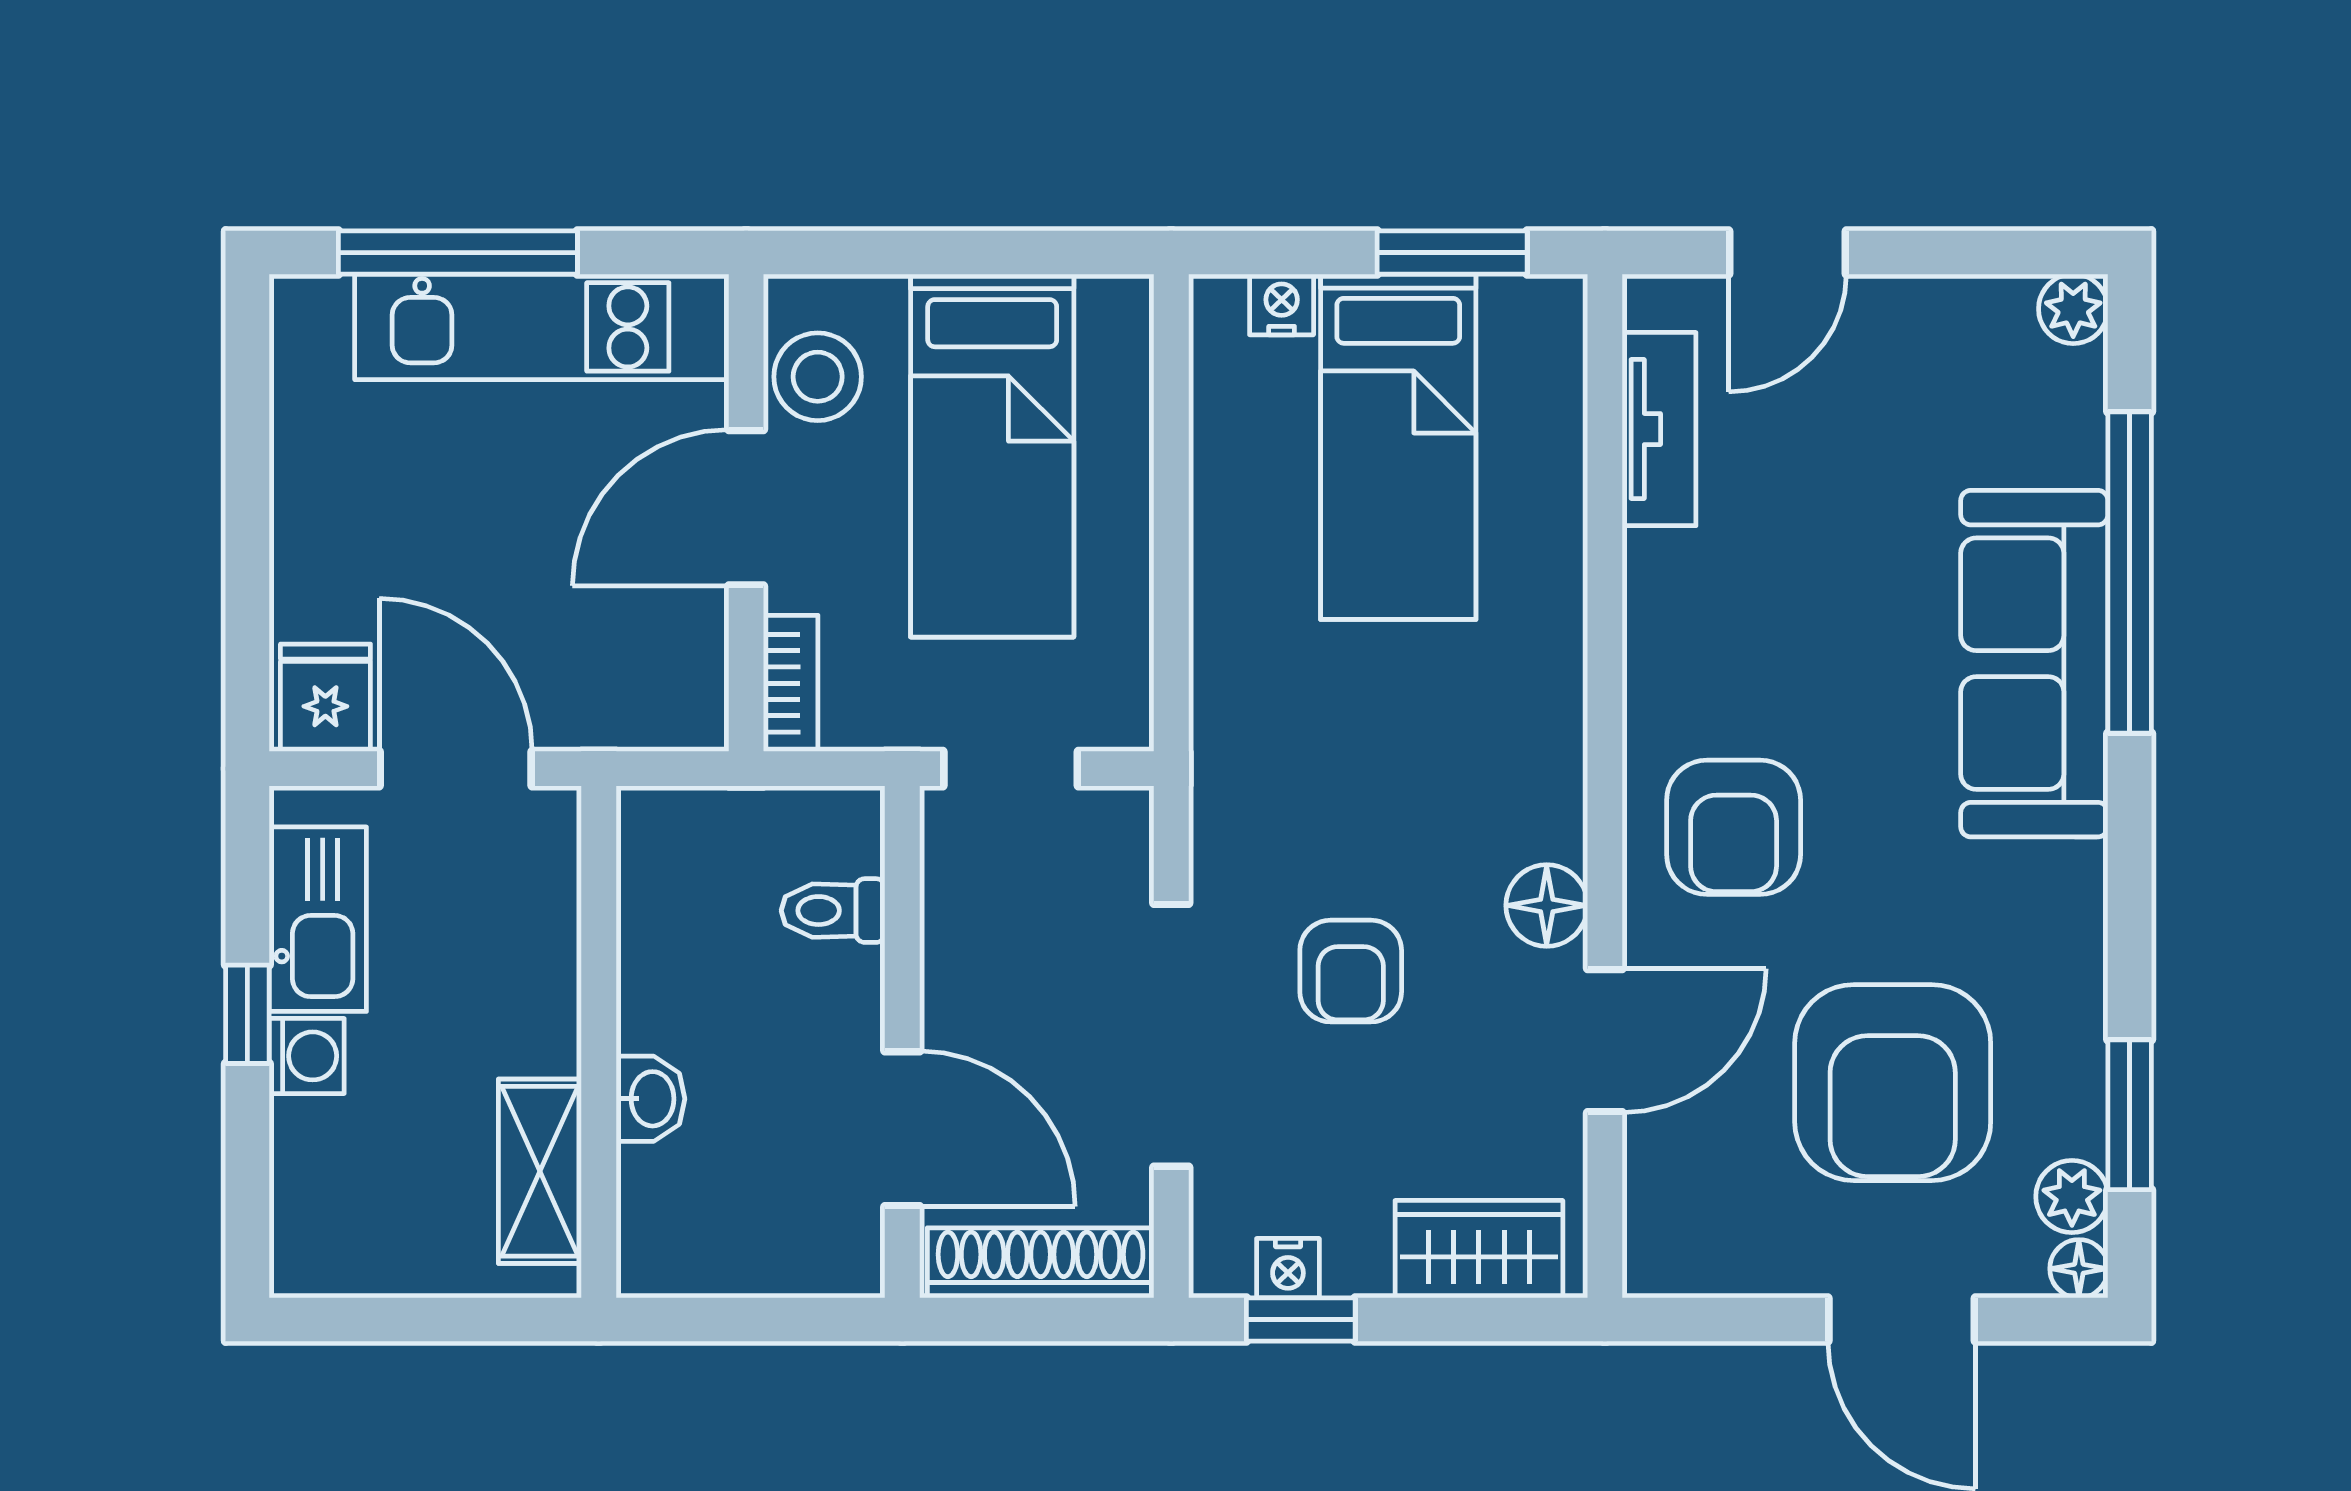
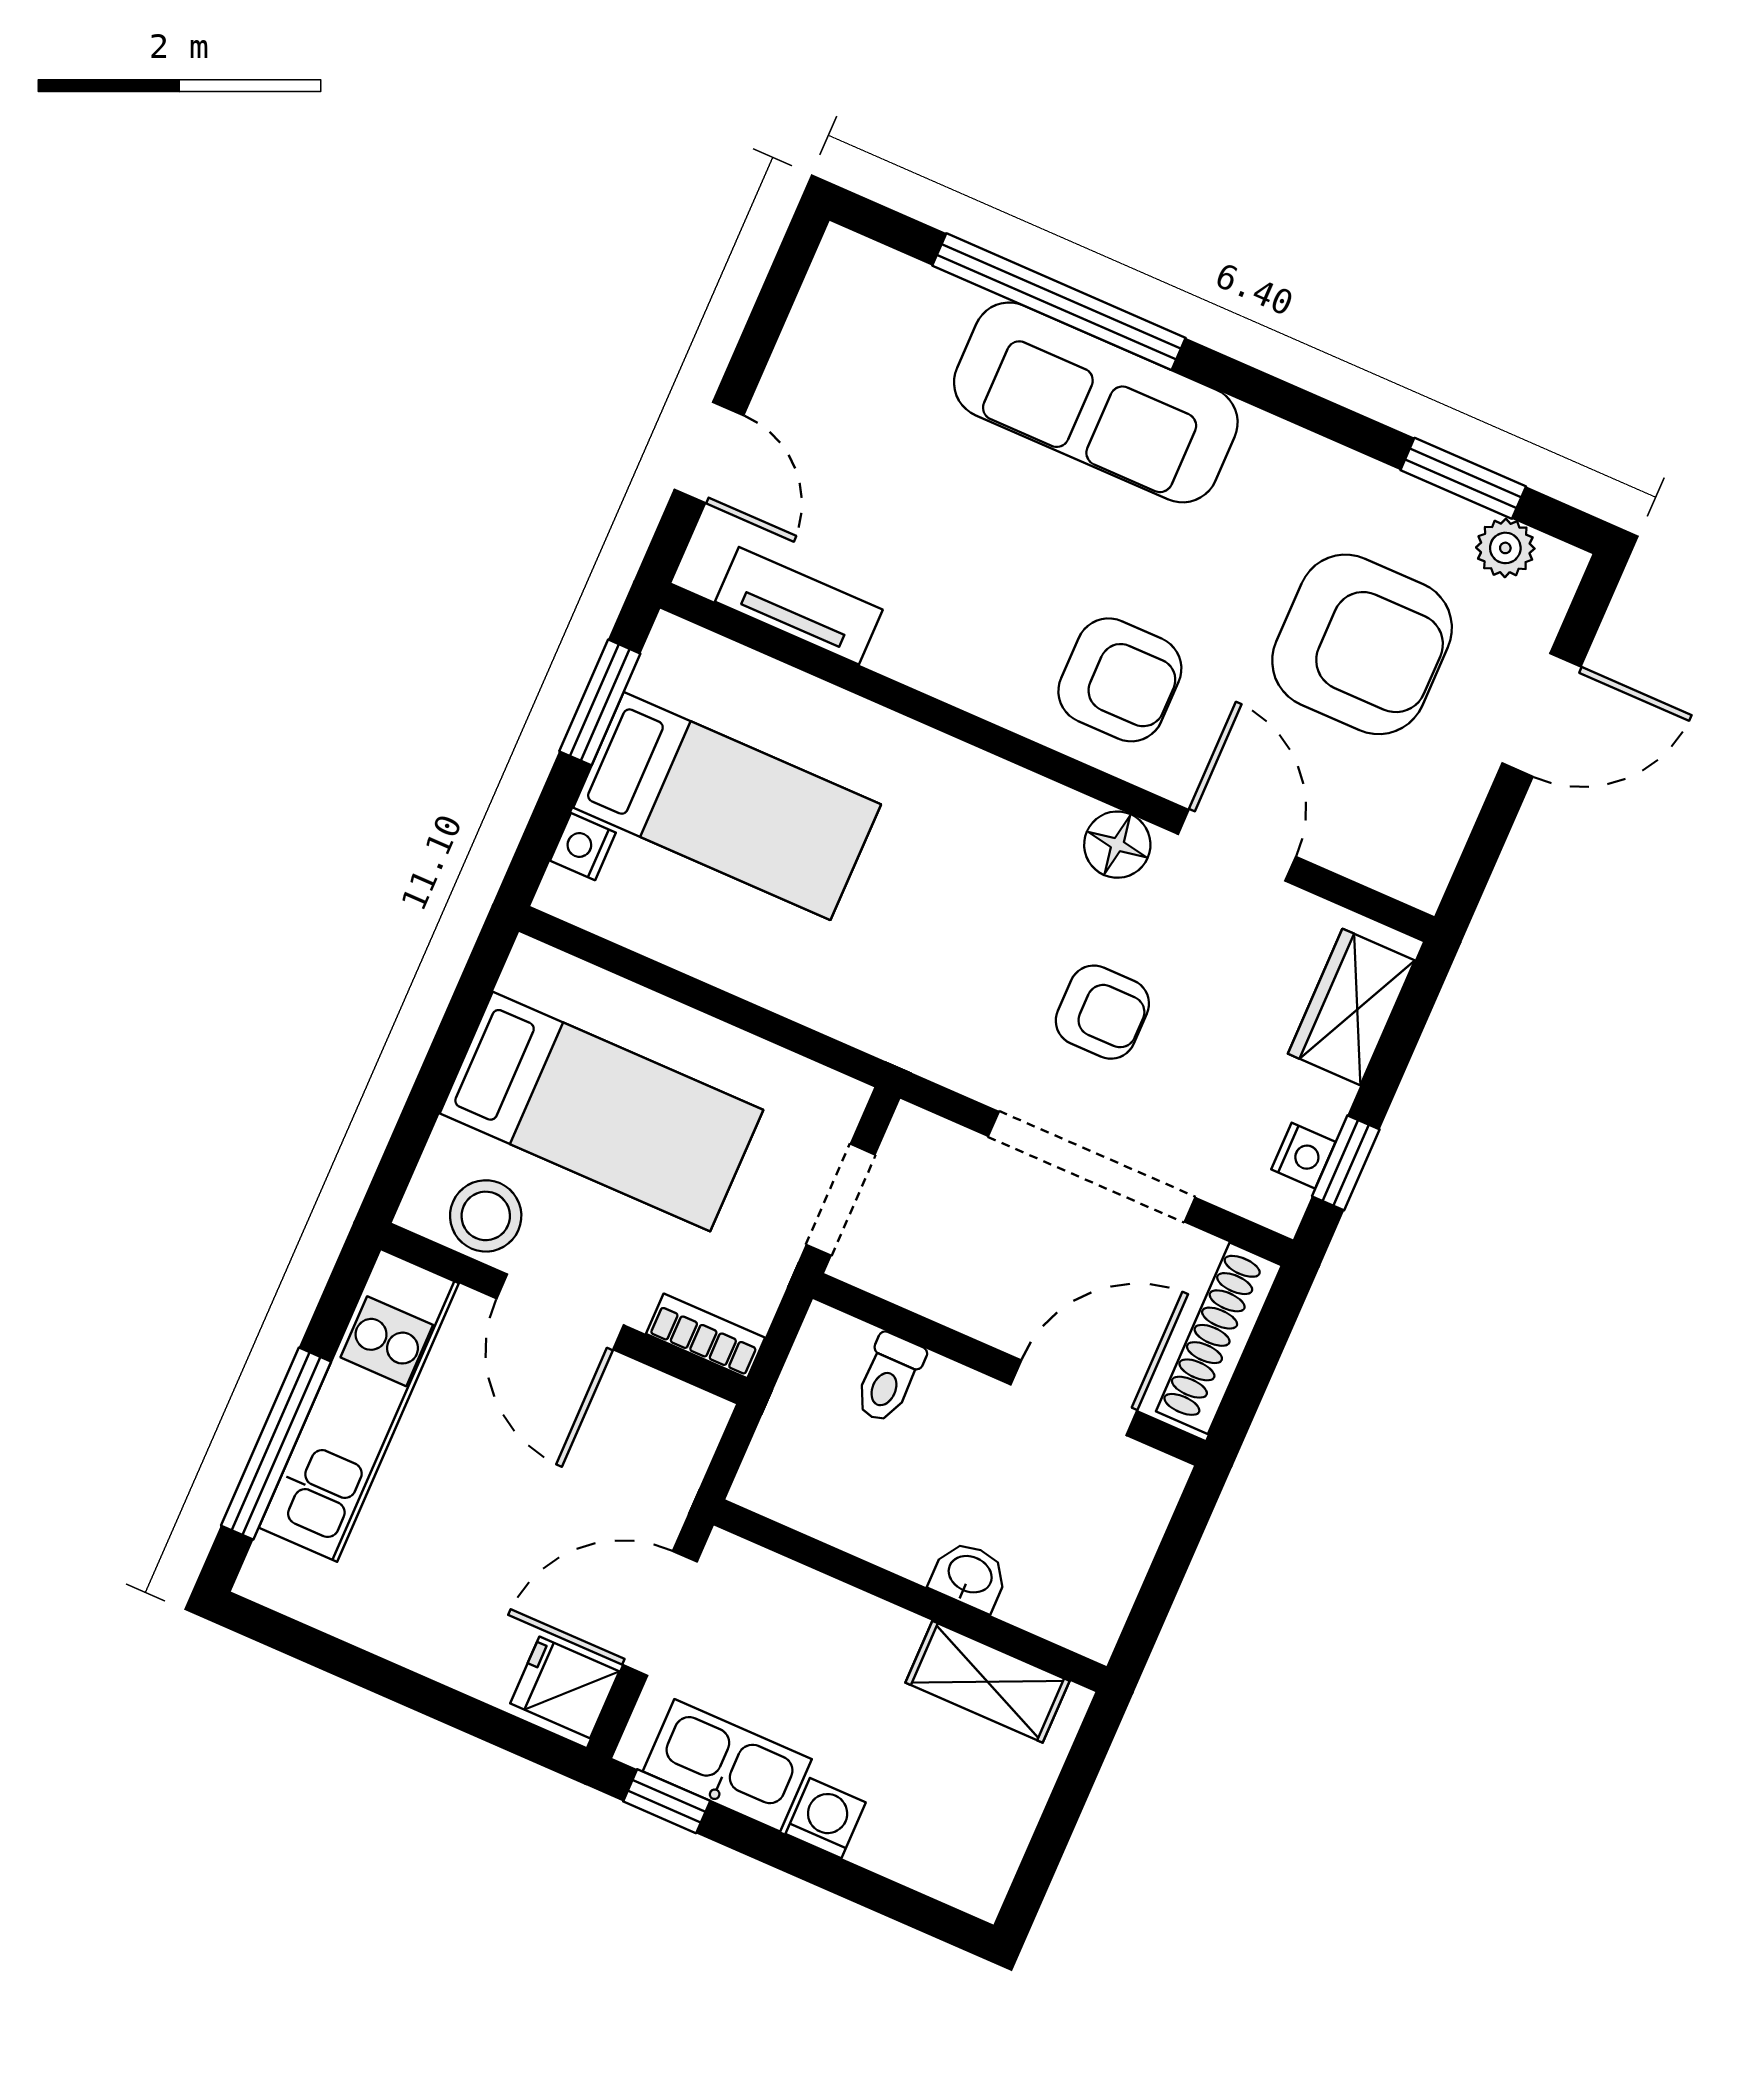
plant: (2073, 309) -> (844, 258), removed
window: (247, 1014) -> (667, 1801), moved
floor lamp: (2079, 1269) -> (1561, 566), removed

